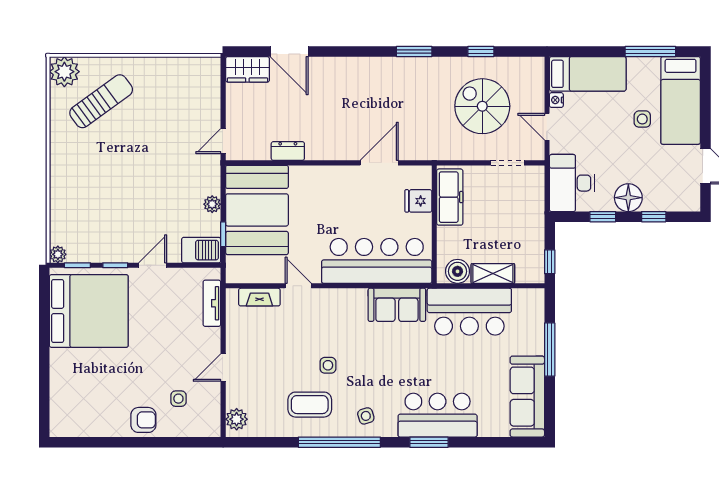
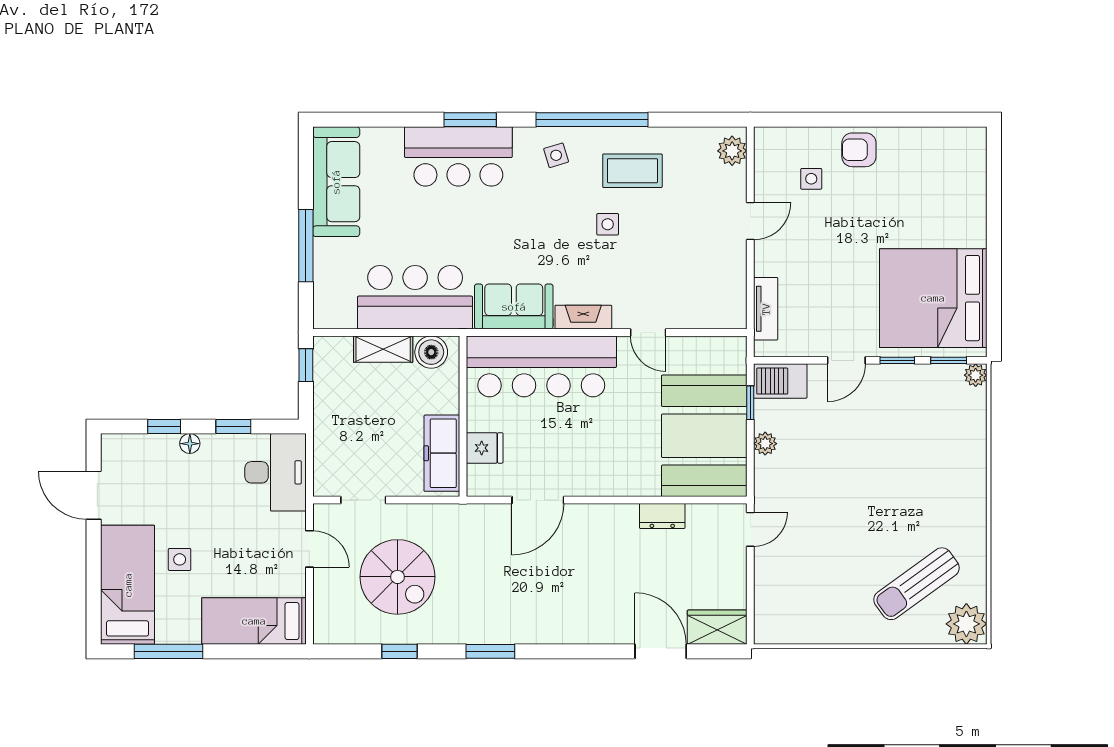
nightstand: (556, 100) -> (297, 585), removed
floor lamp: (628, 198) -> (190, 444), width x0.53, depth x0.53
fireplace: (259, 297) -> (583, 317), moved

